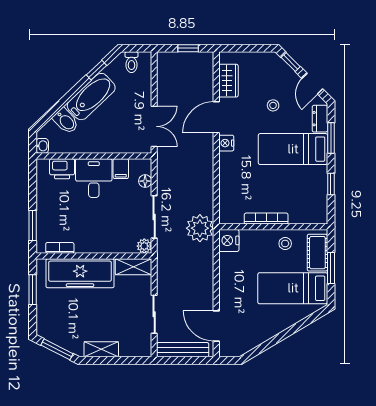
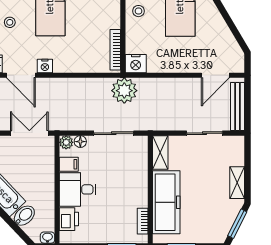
bookcase: (266, 219) -> (115, 50), moved
plant: (144, 246) -> (66, 142), moved

